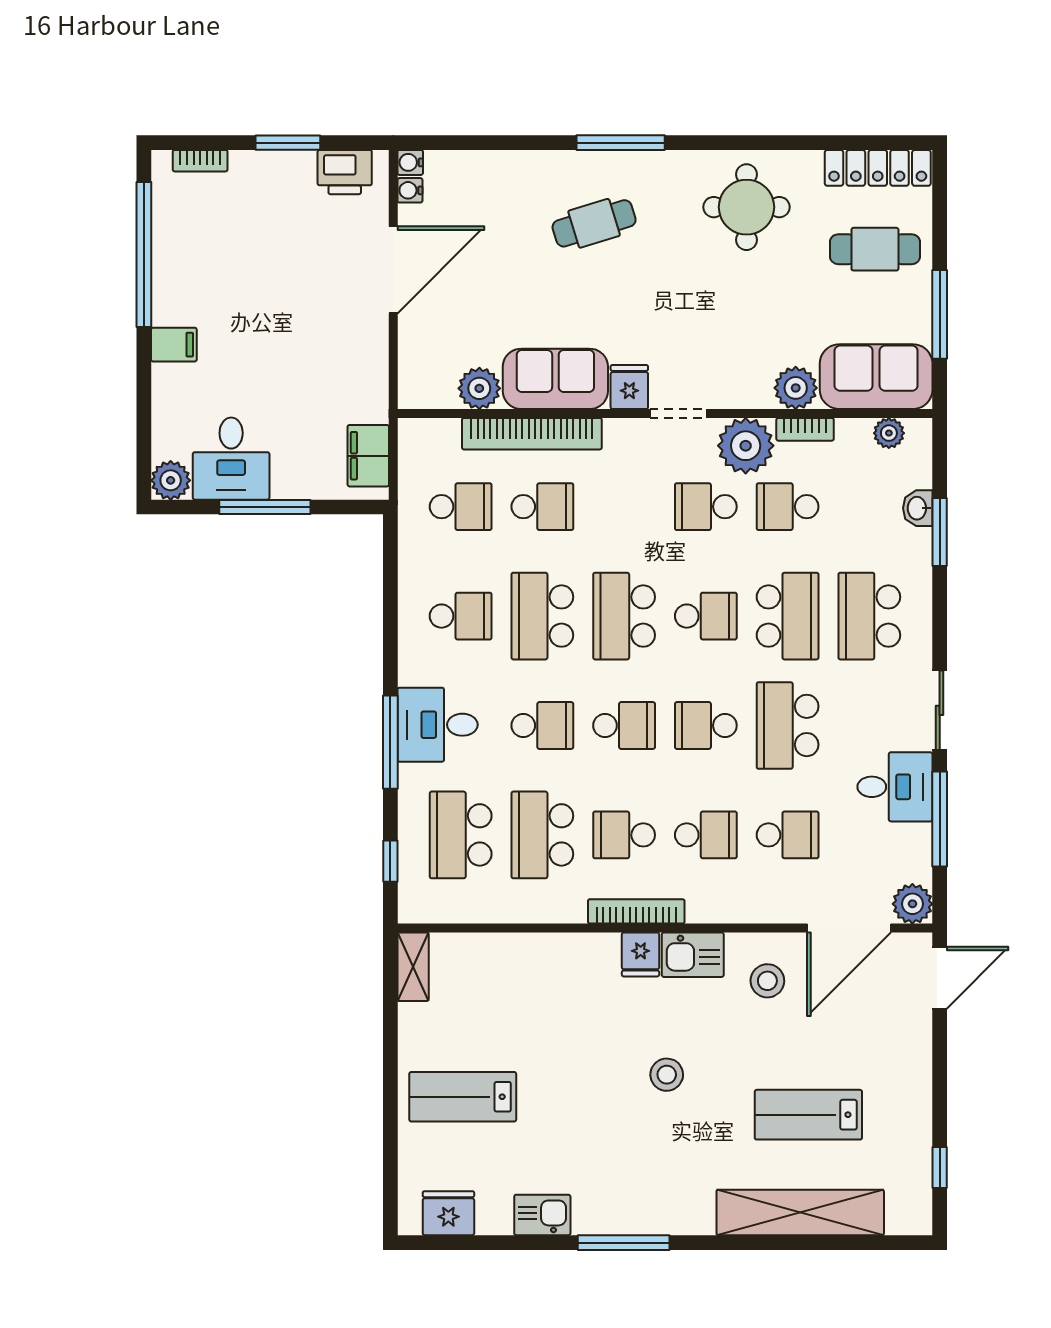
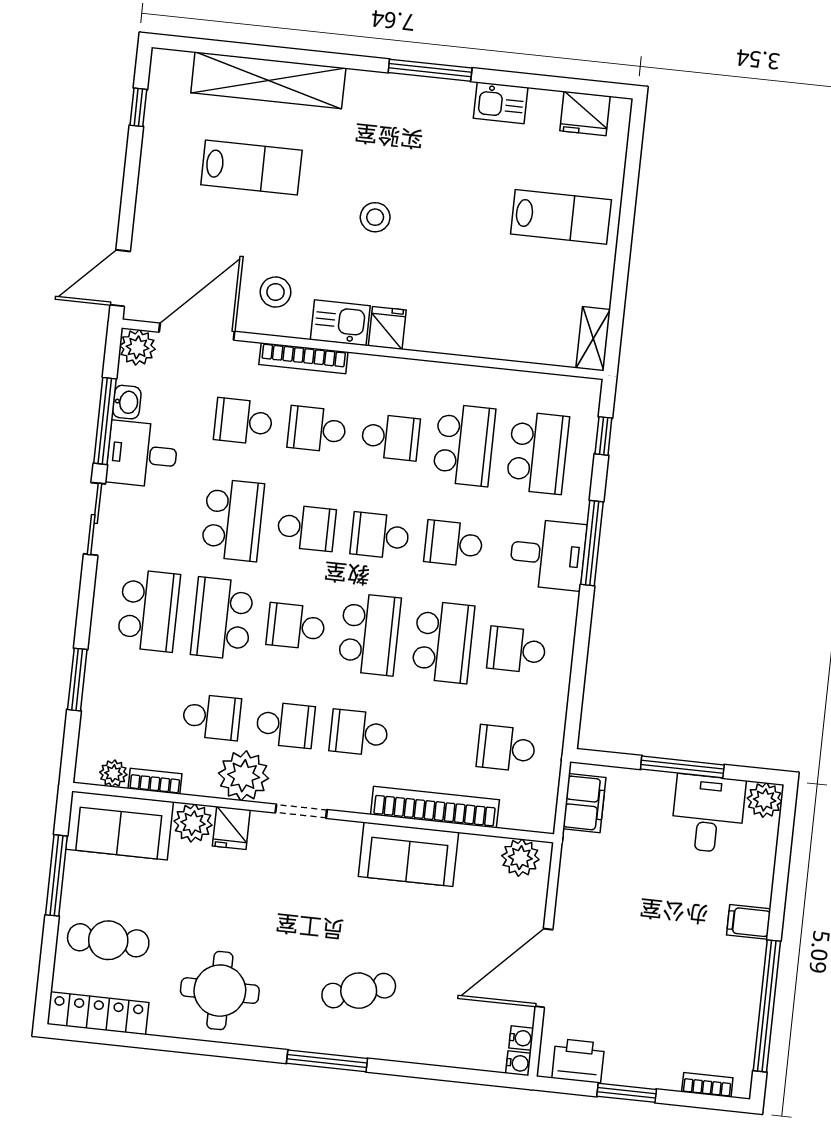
fridge: (629, 387) -> (231, 828), moved
plant: (479, 388) -> (520, 858), moved
bookcase: (805, 429) -> (155, 781), moved
school desk: (542, 507) -> (359, 733), moved
washbasin: (918, 508) -> (127, 402), moved
bookcase: (636, 911) -> (303, 358), moved

